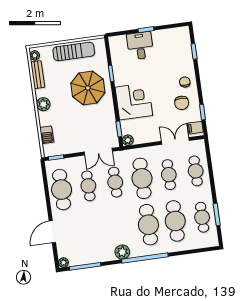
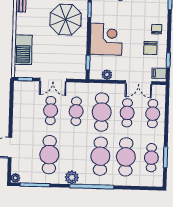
plant: (43, 104) -> (22, 28), removed
barbecue: (47, 135) -> (23, 50), width x1.88, depth x1.53
plant: (128, 140) -> (107, 75), moved
double door: (175, 141) -> (139, 83), swing flipped
double door: (98, 152) -> (53, 80), moved
cafe table: (62, 190) -> (49, 155), moved

